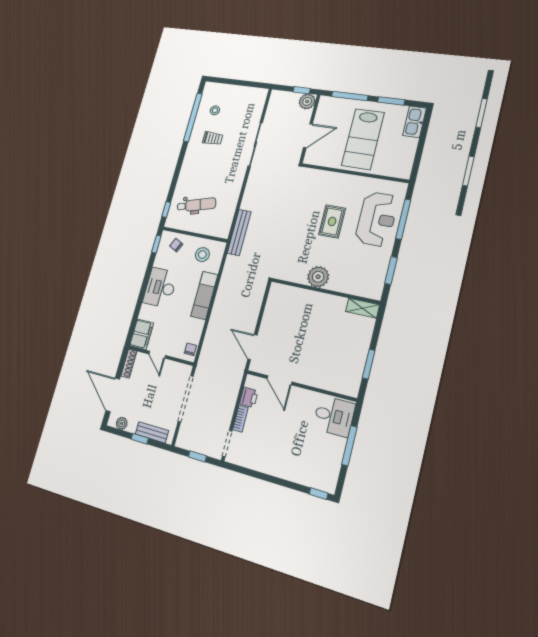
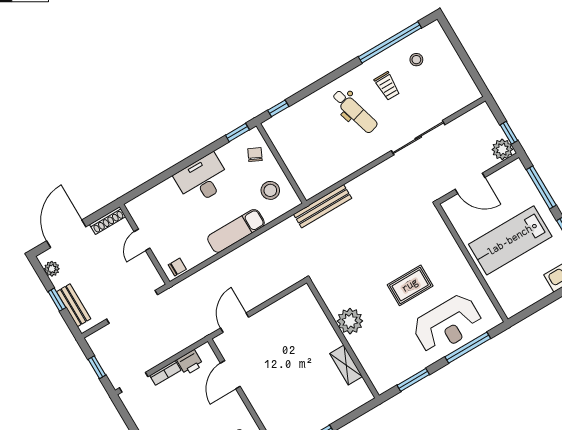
dental chair: (197, 205) -> (355, 111), moved
shelving: (362, 308) -> (346, 365), moved
filing cabinet: (142, 334) -> (145, 205), removed

